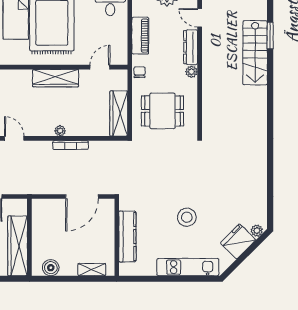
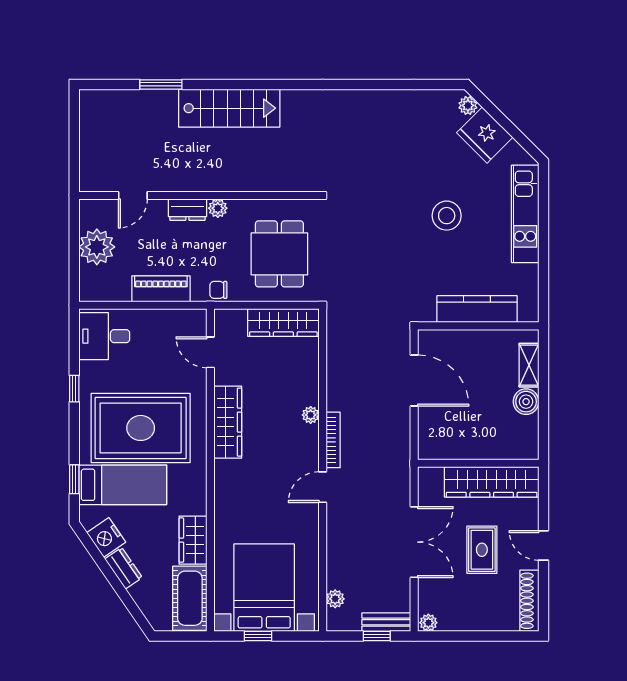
dresser: (191, 47) -> (187, 210), width x0.70
stairs: (255, 53) -> (229, 108), moved
bookcase: (71, 145) -> (333, 440), moved
boiler: (51, 268) -> (526, 402), moved

